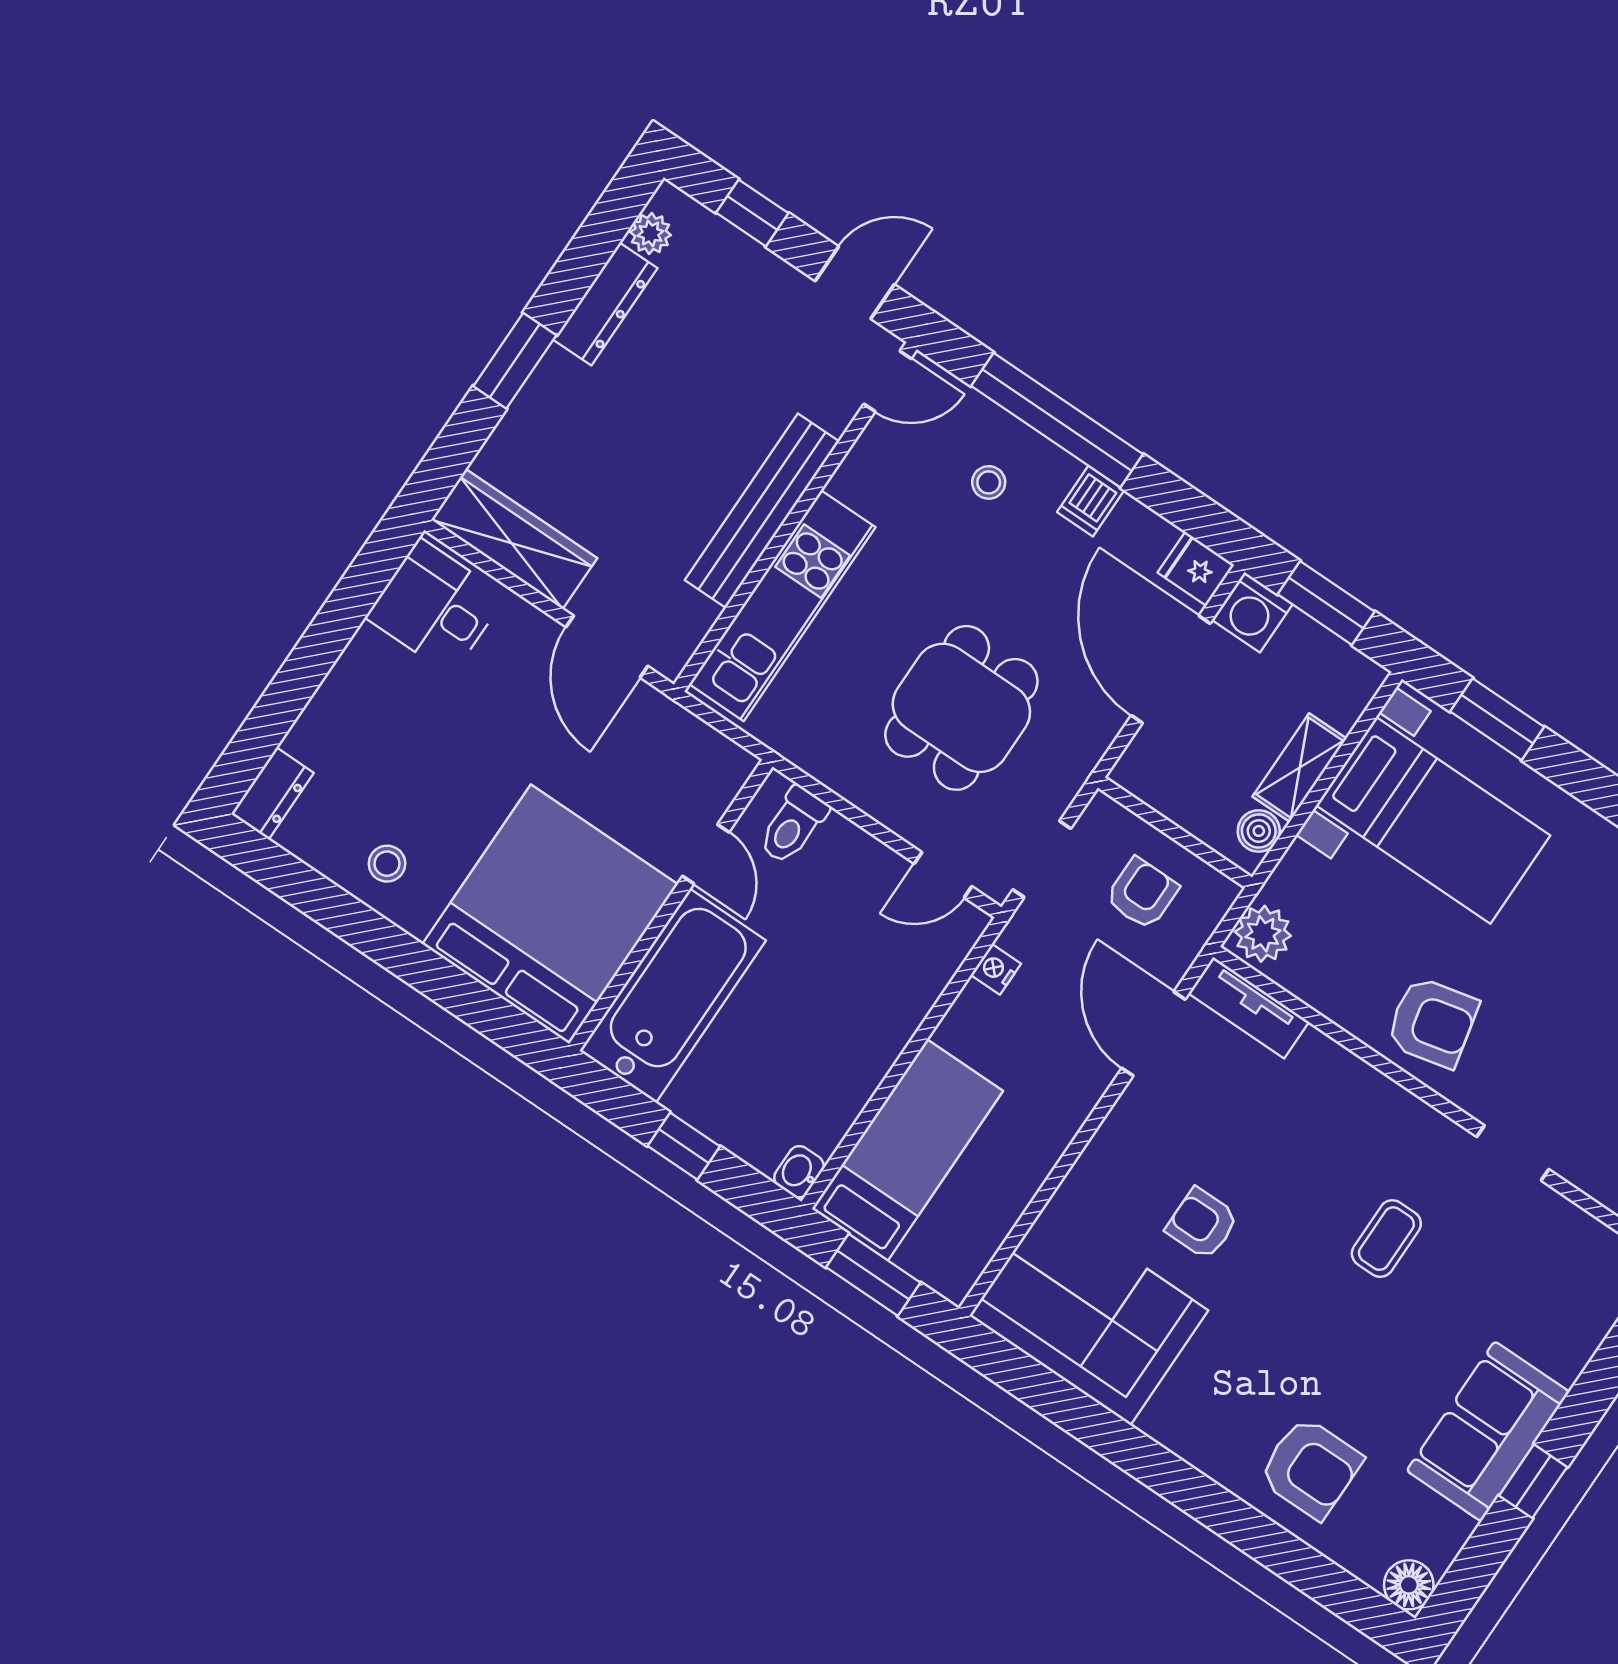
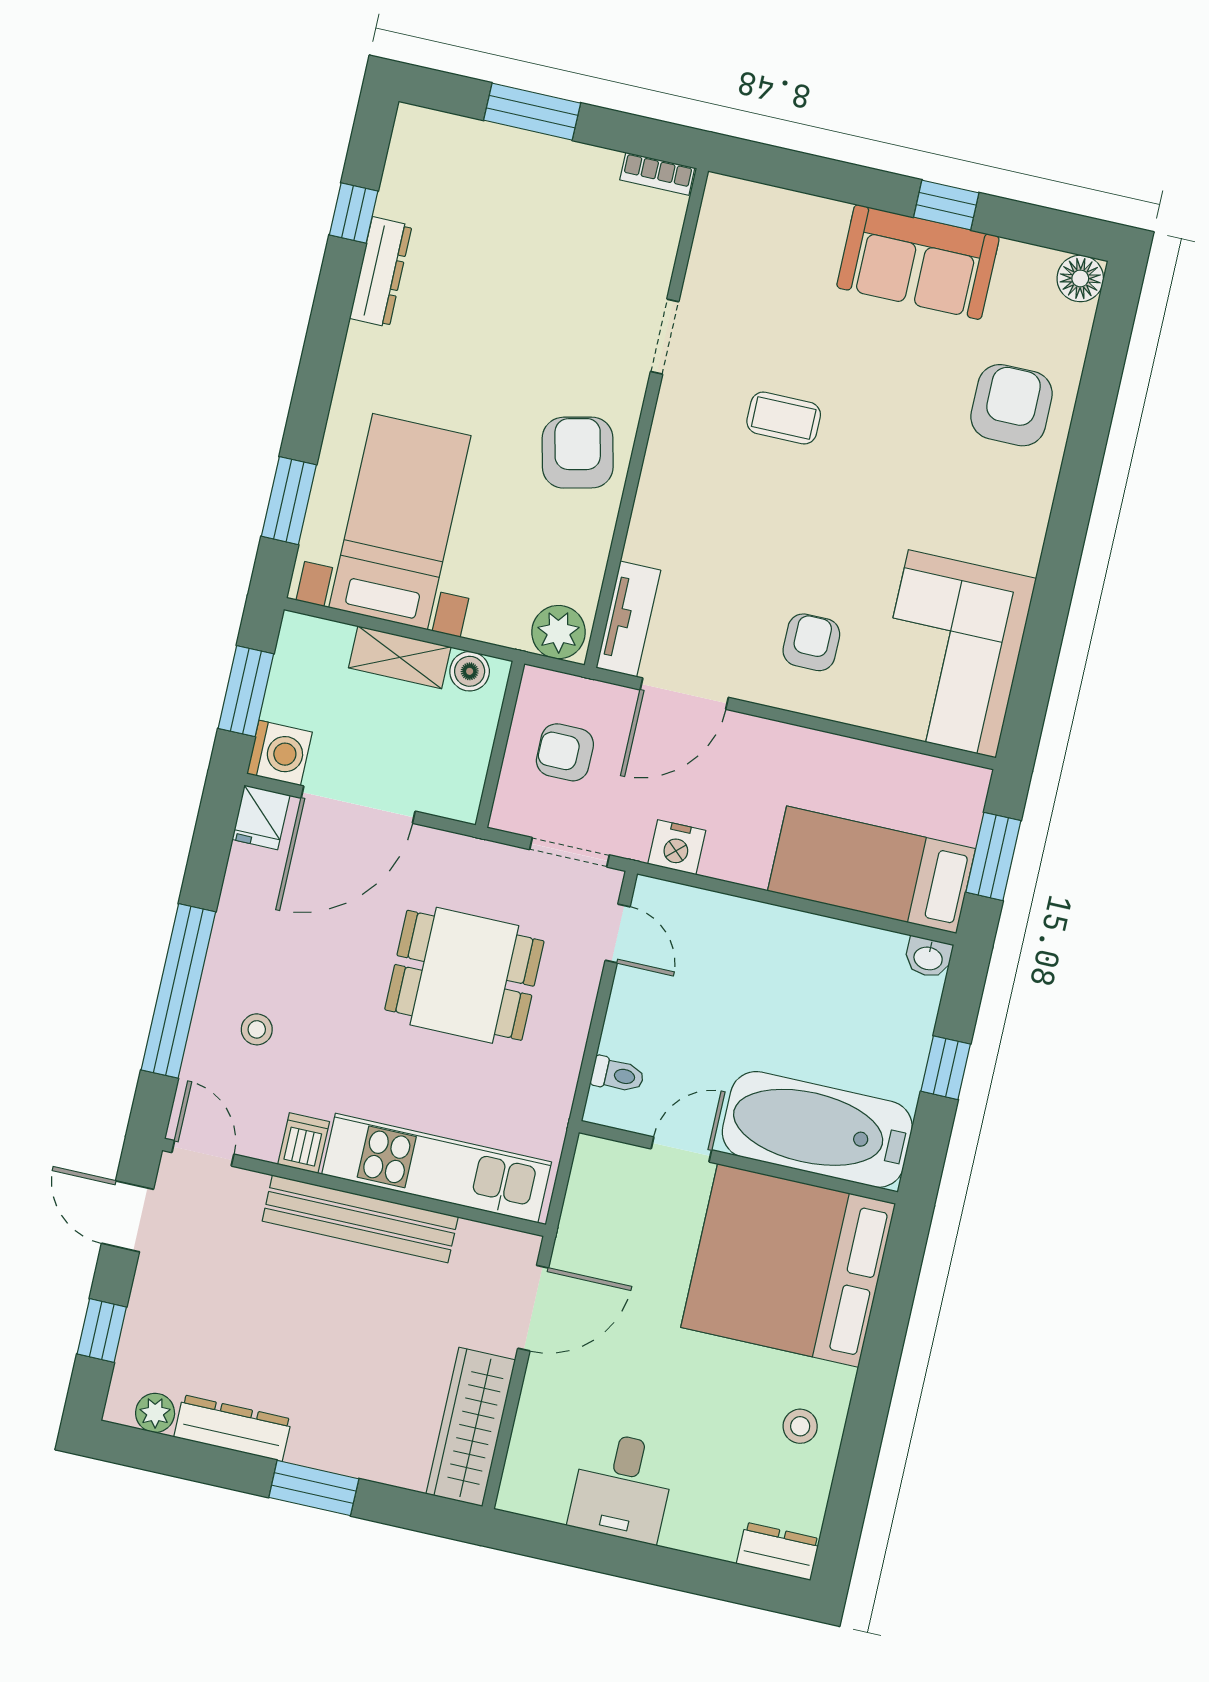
dishwasher: (1091, 501) -> (304, 1143), moved, turned -90
desk: (436, 607) -> (622, 1487), moved
toilet: (793, 825) -> (618, 1075), width x0.73, depth x0.72
nightstand: (996, 969) -> (677, 847), width x1.39, depth x1.35
armchair: (1202, 1223) -> (811, 642), moved, turned 180

